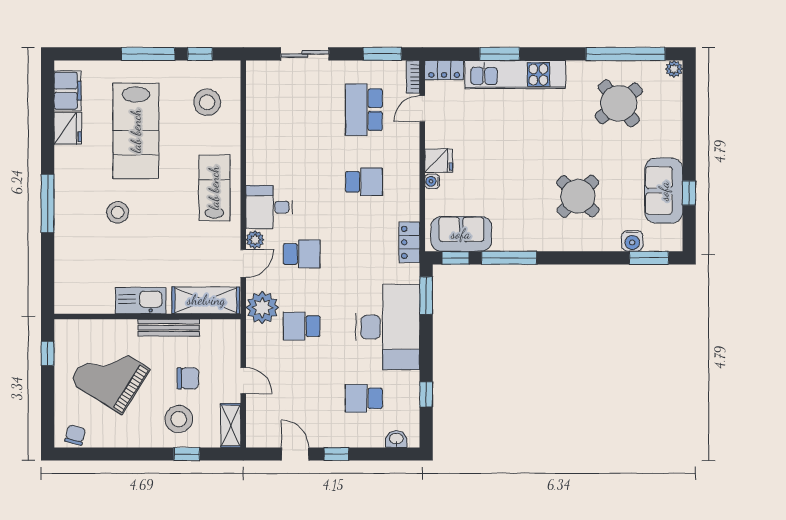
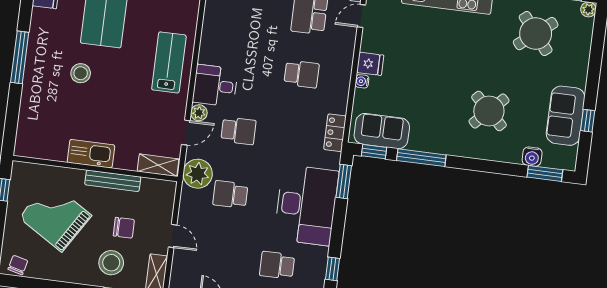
shelving: (206, 300) -> (158, 165), width x0.67, depth x0.75

